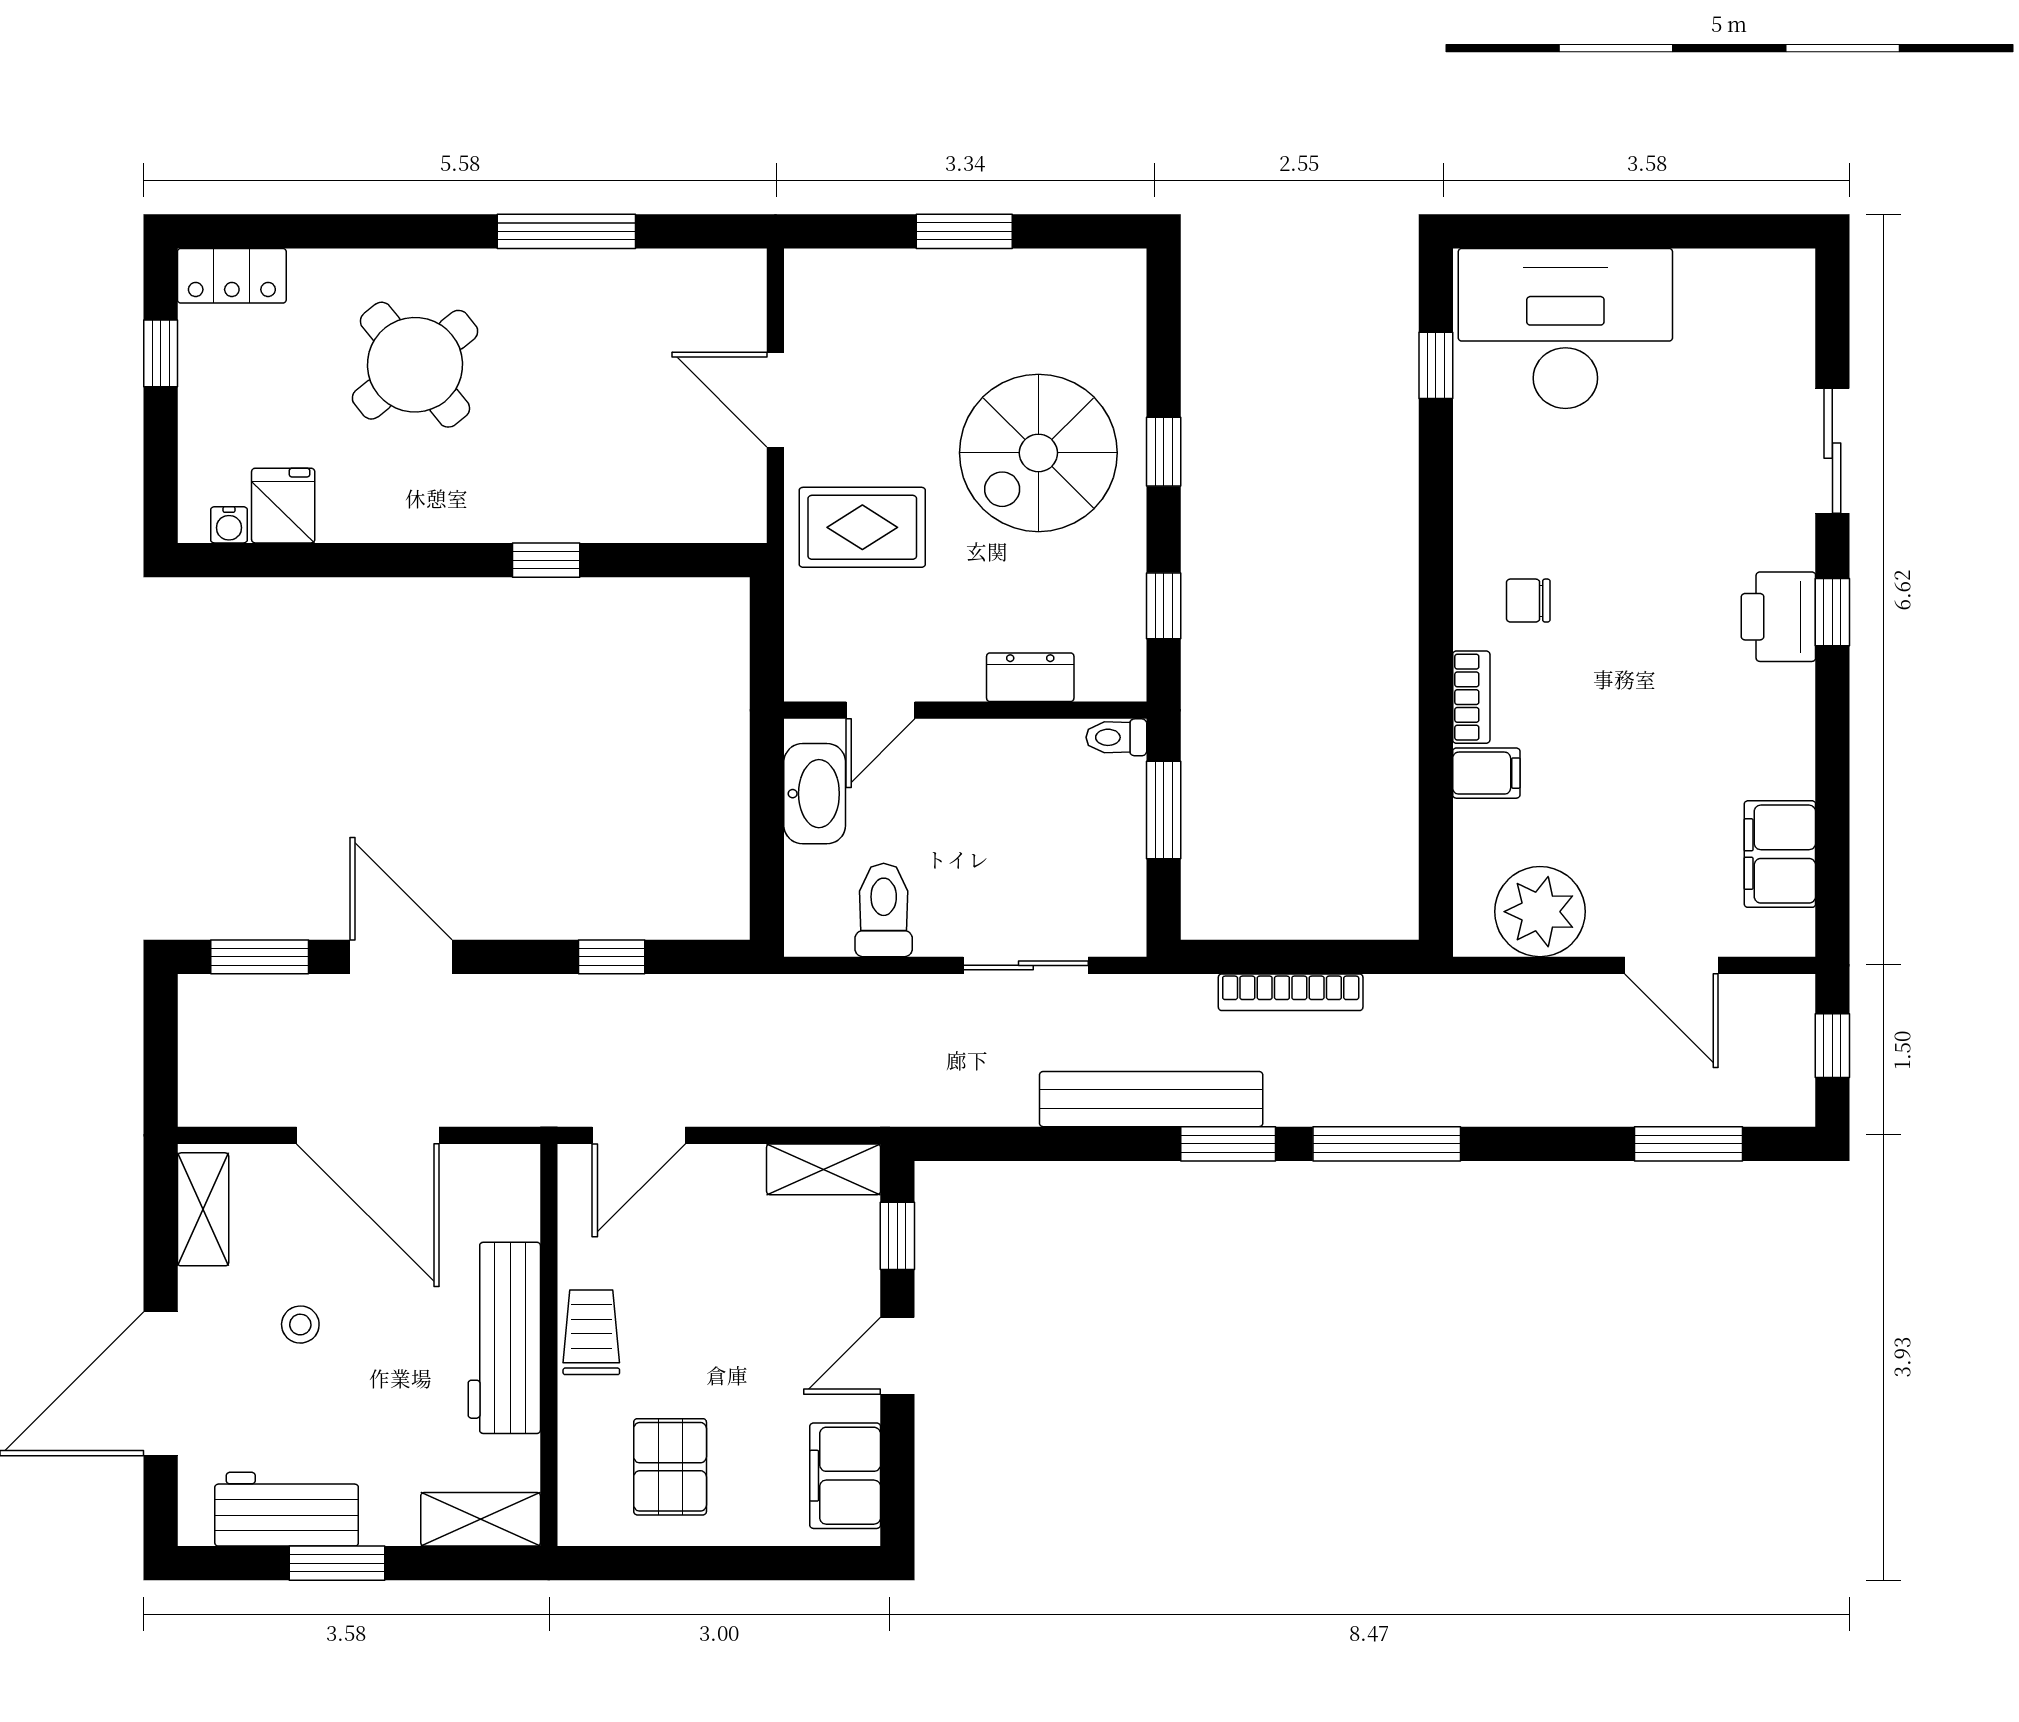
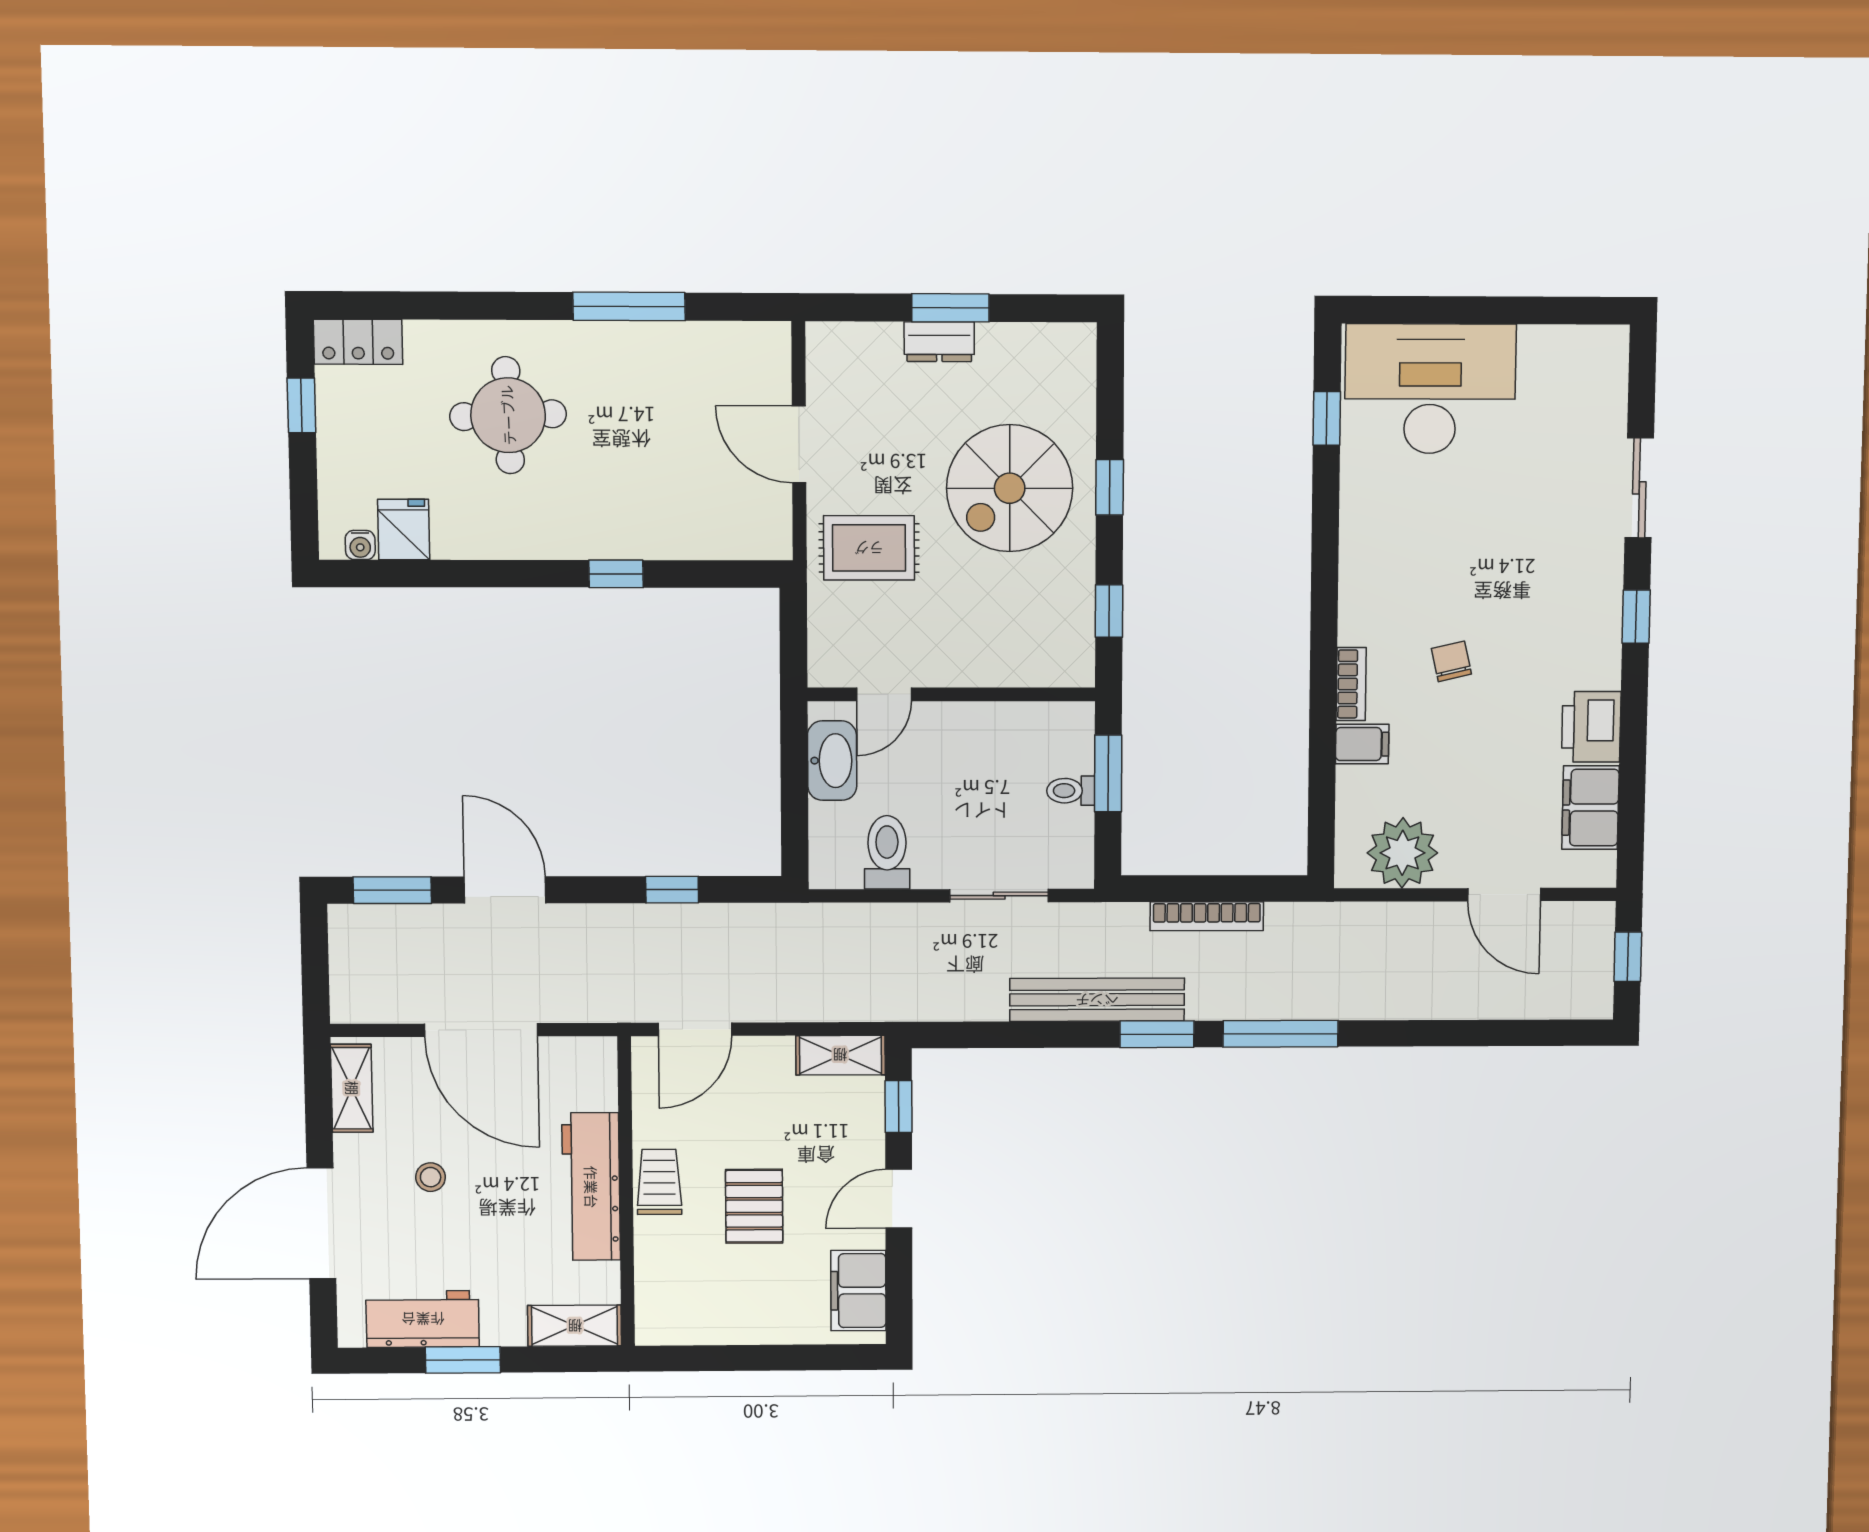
round table: (415, 365) -> (508, 415), turned 37
chair: (1528, 601) -> (1451, 661), moved, turned 77
printer: (1778, 617) -> (1591, 727), moved
dresser: (1030, 677) -> (939, 342), moved, turned 180
toilet: (1116, 737) -> (1071, 791), moved
window: (1689, 1144) -> (1515, 1033), removed
pallet: (670, 1467) -> (754, 1206), moved

